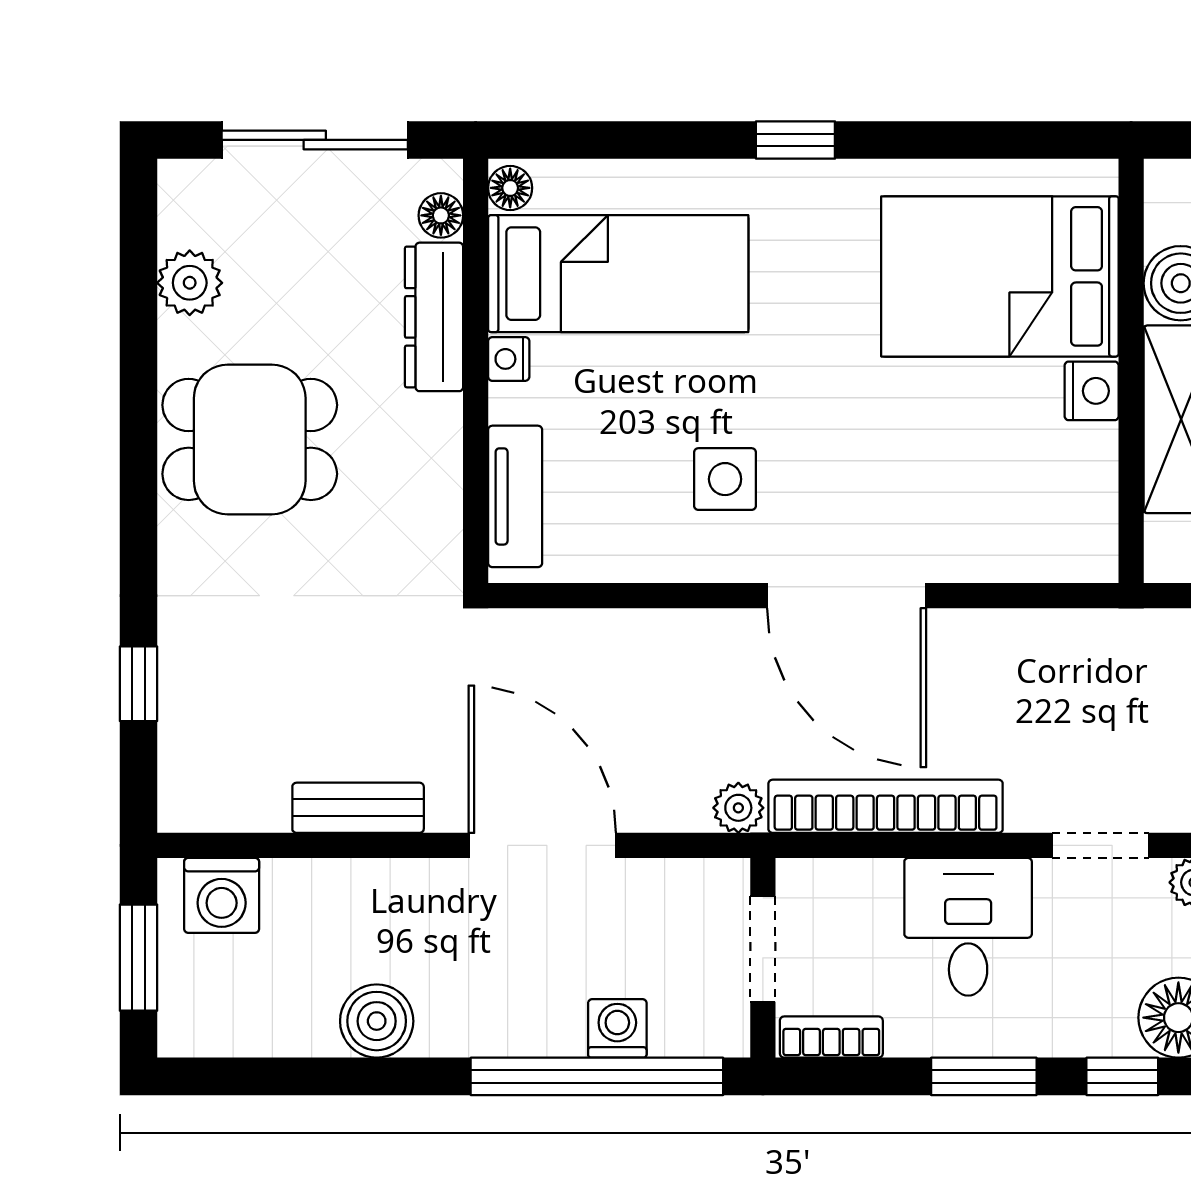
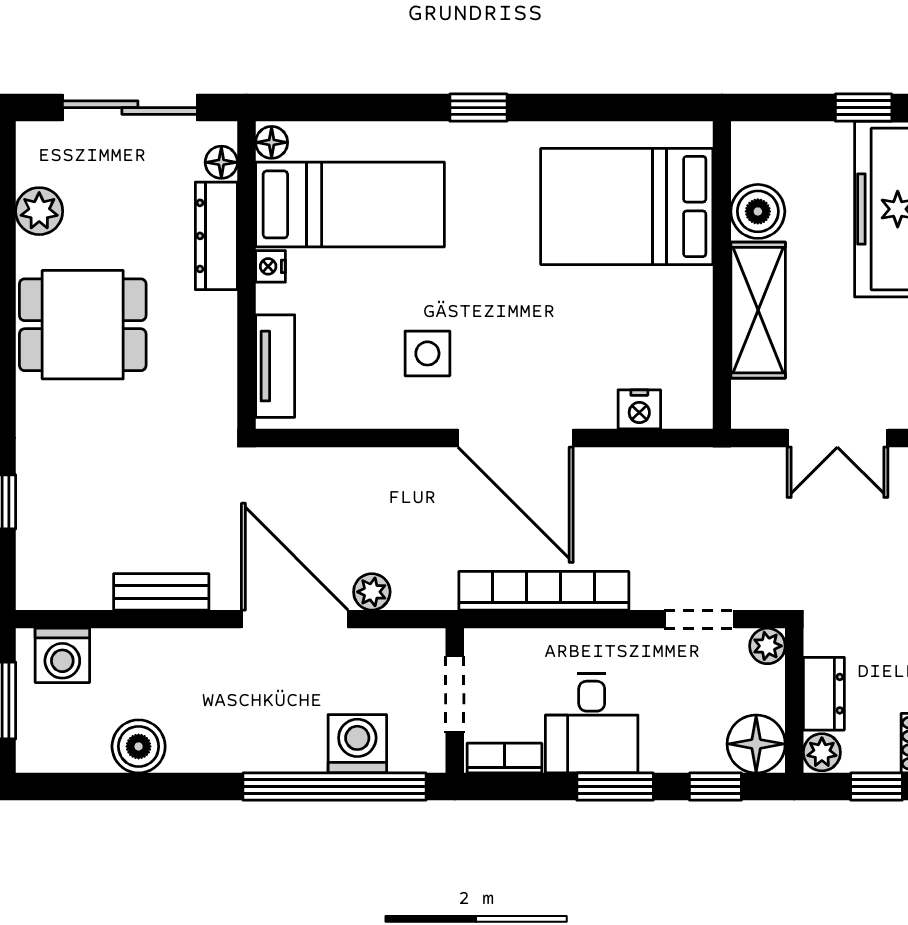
nightstand: (1092, 391) -> (639, 409), moved, turned 90
plant: (738, 808) -> (372, 592), moved
desk: (968, 927) -> (592, 723), moved, turned 180
boiler: (377, 1021) -> (139, 746), moved
washing machine: (617, 1028) -> (357, 744), width x1.38, depth x1.38

